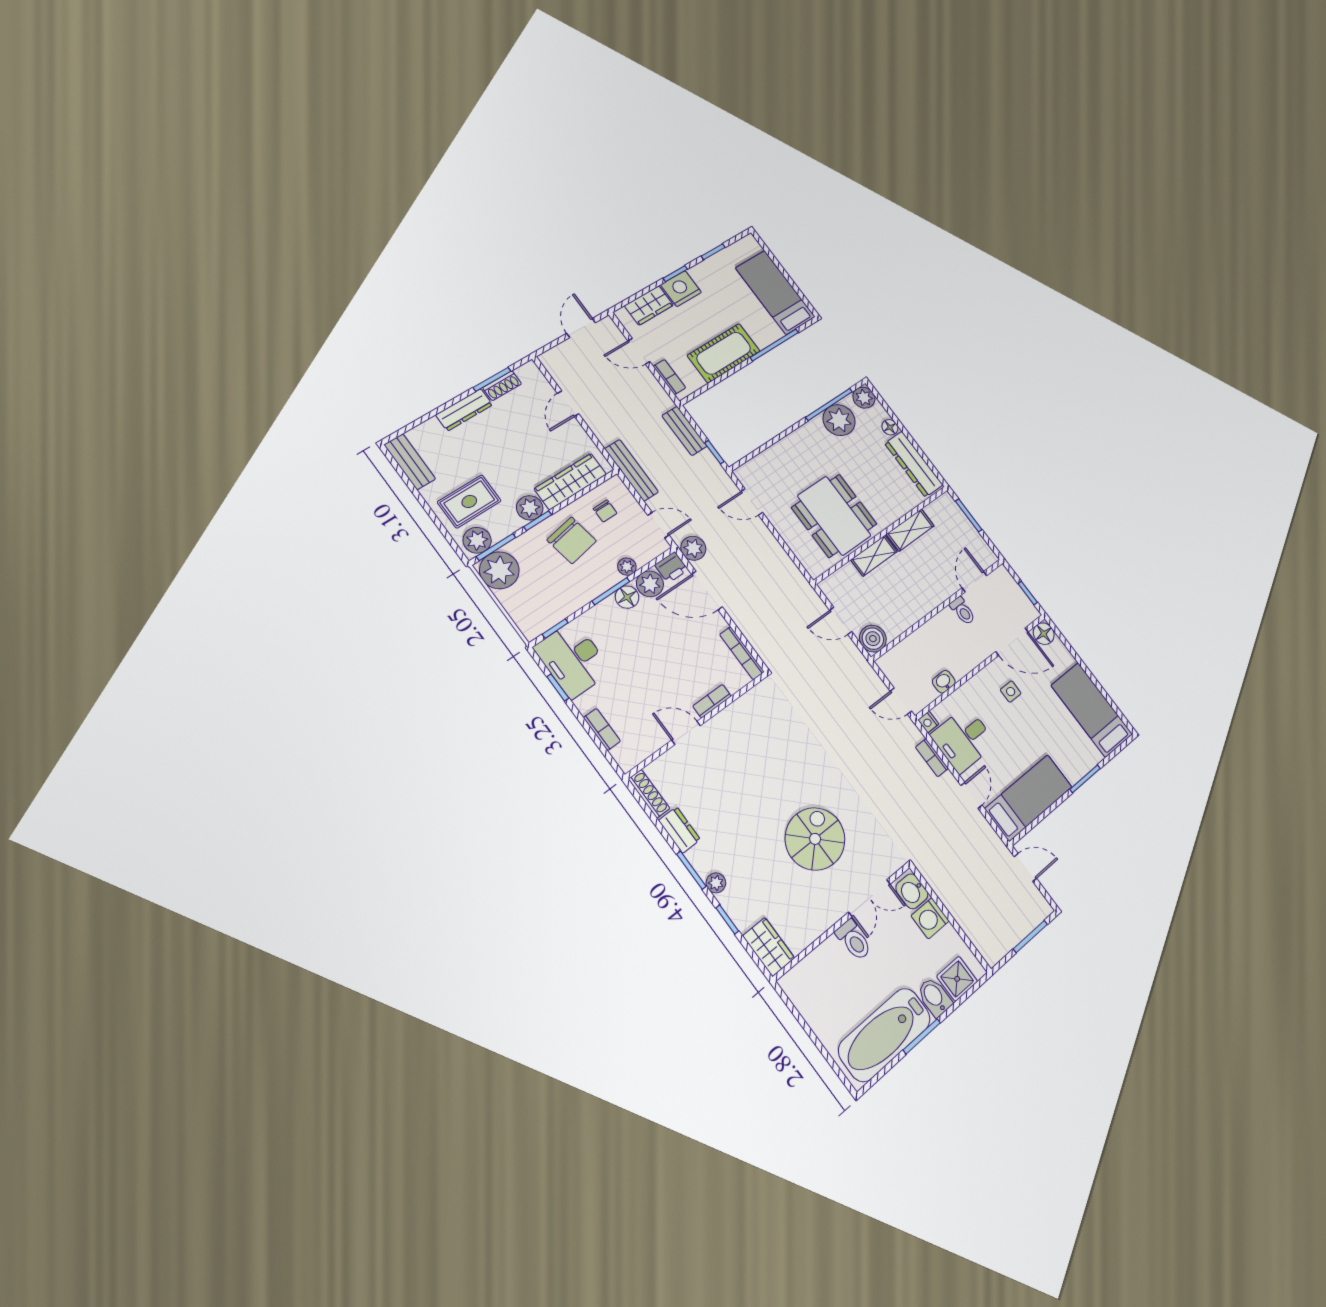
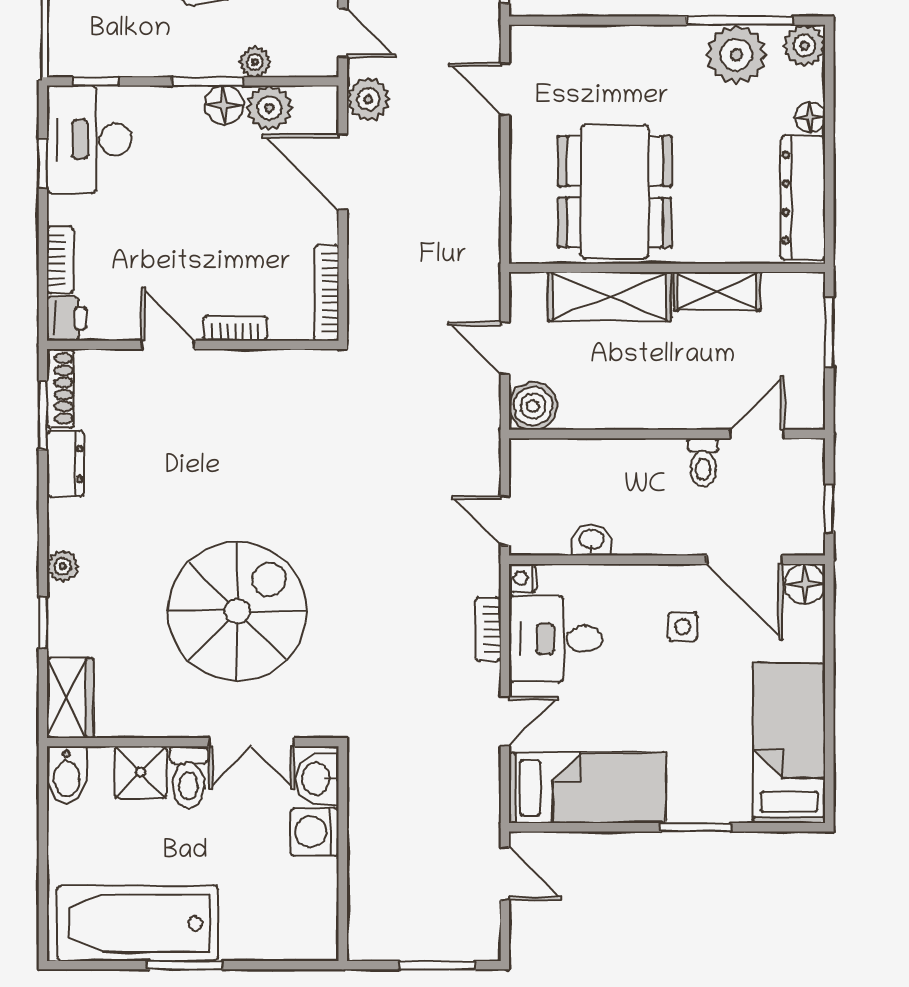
shelving: (874, 556) -> (609, 297), width x1.50, depth x1.33
printer: (671, 567) -> (67, 318), moved, turned -90
spiral stairs: (815, 839) -> (237, 611), width x1.37, depth x1.37
window: (691, 870) -> (43, 415), moved
shower: (957, 979) -> (140, 772), moved
bidet: (935, 997) -> (67, 775), moved, turned 180

